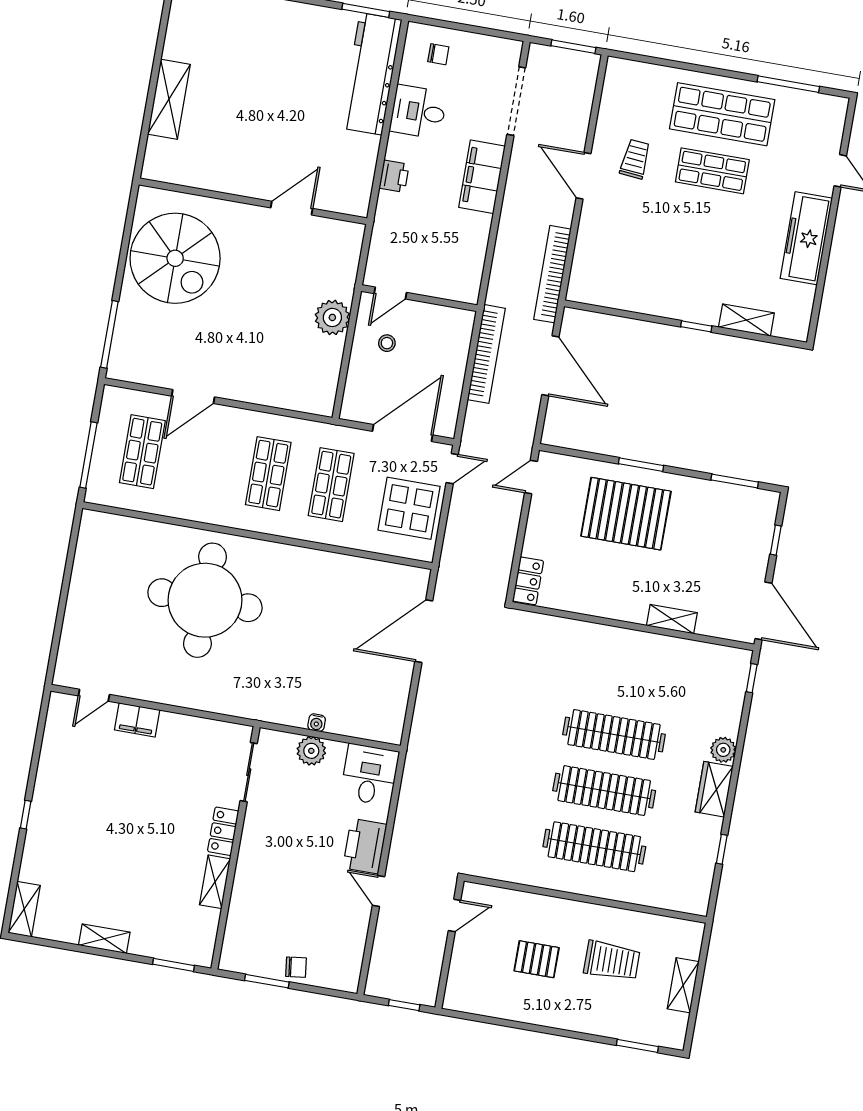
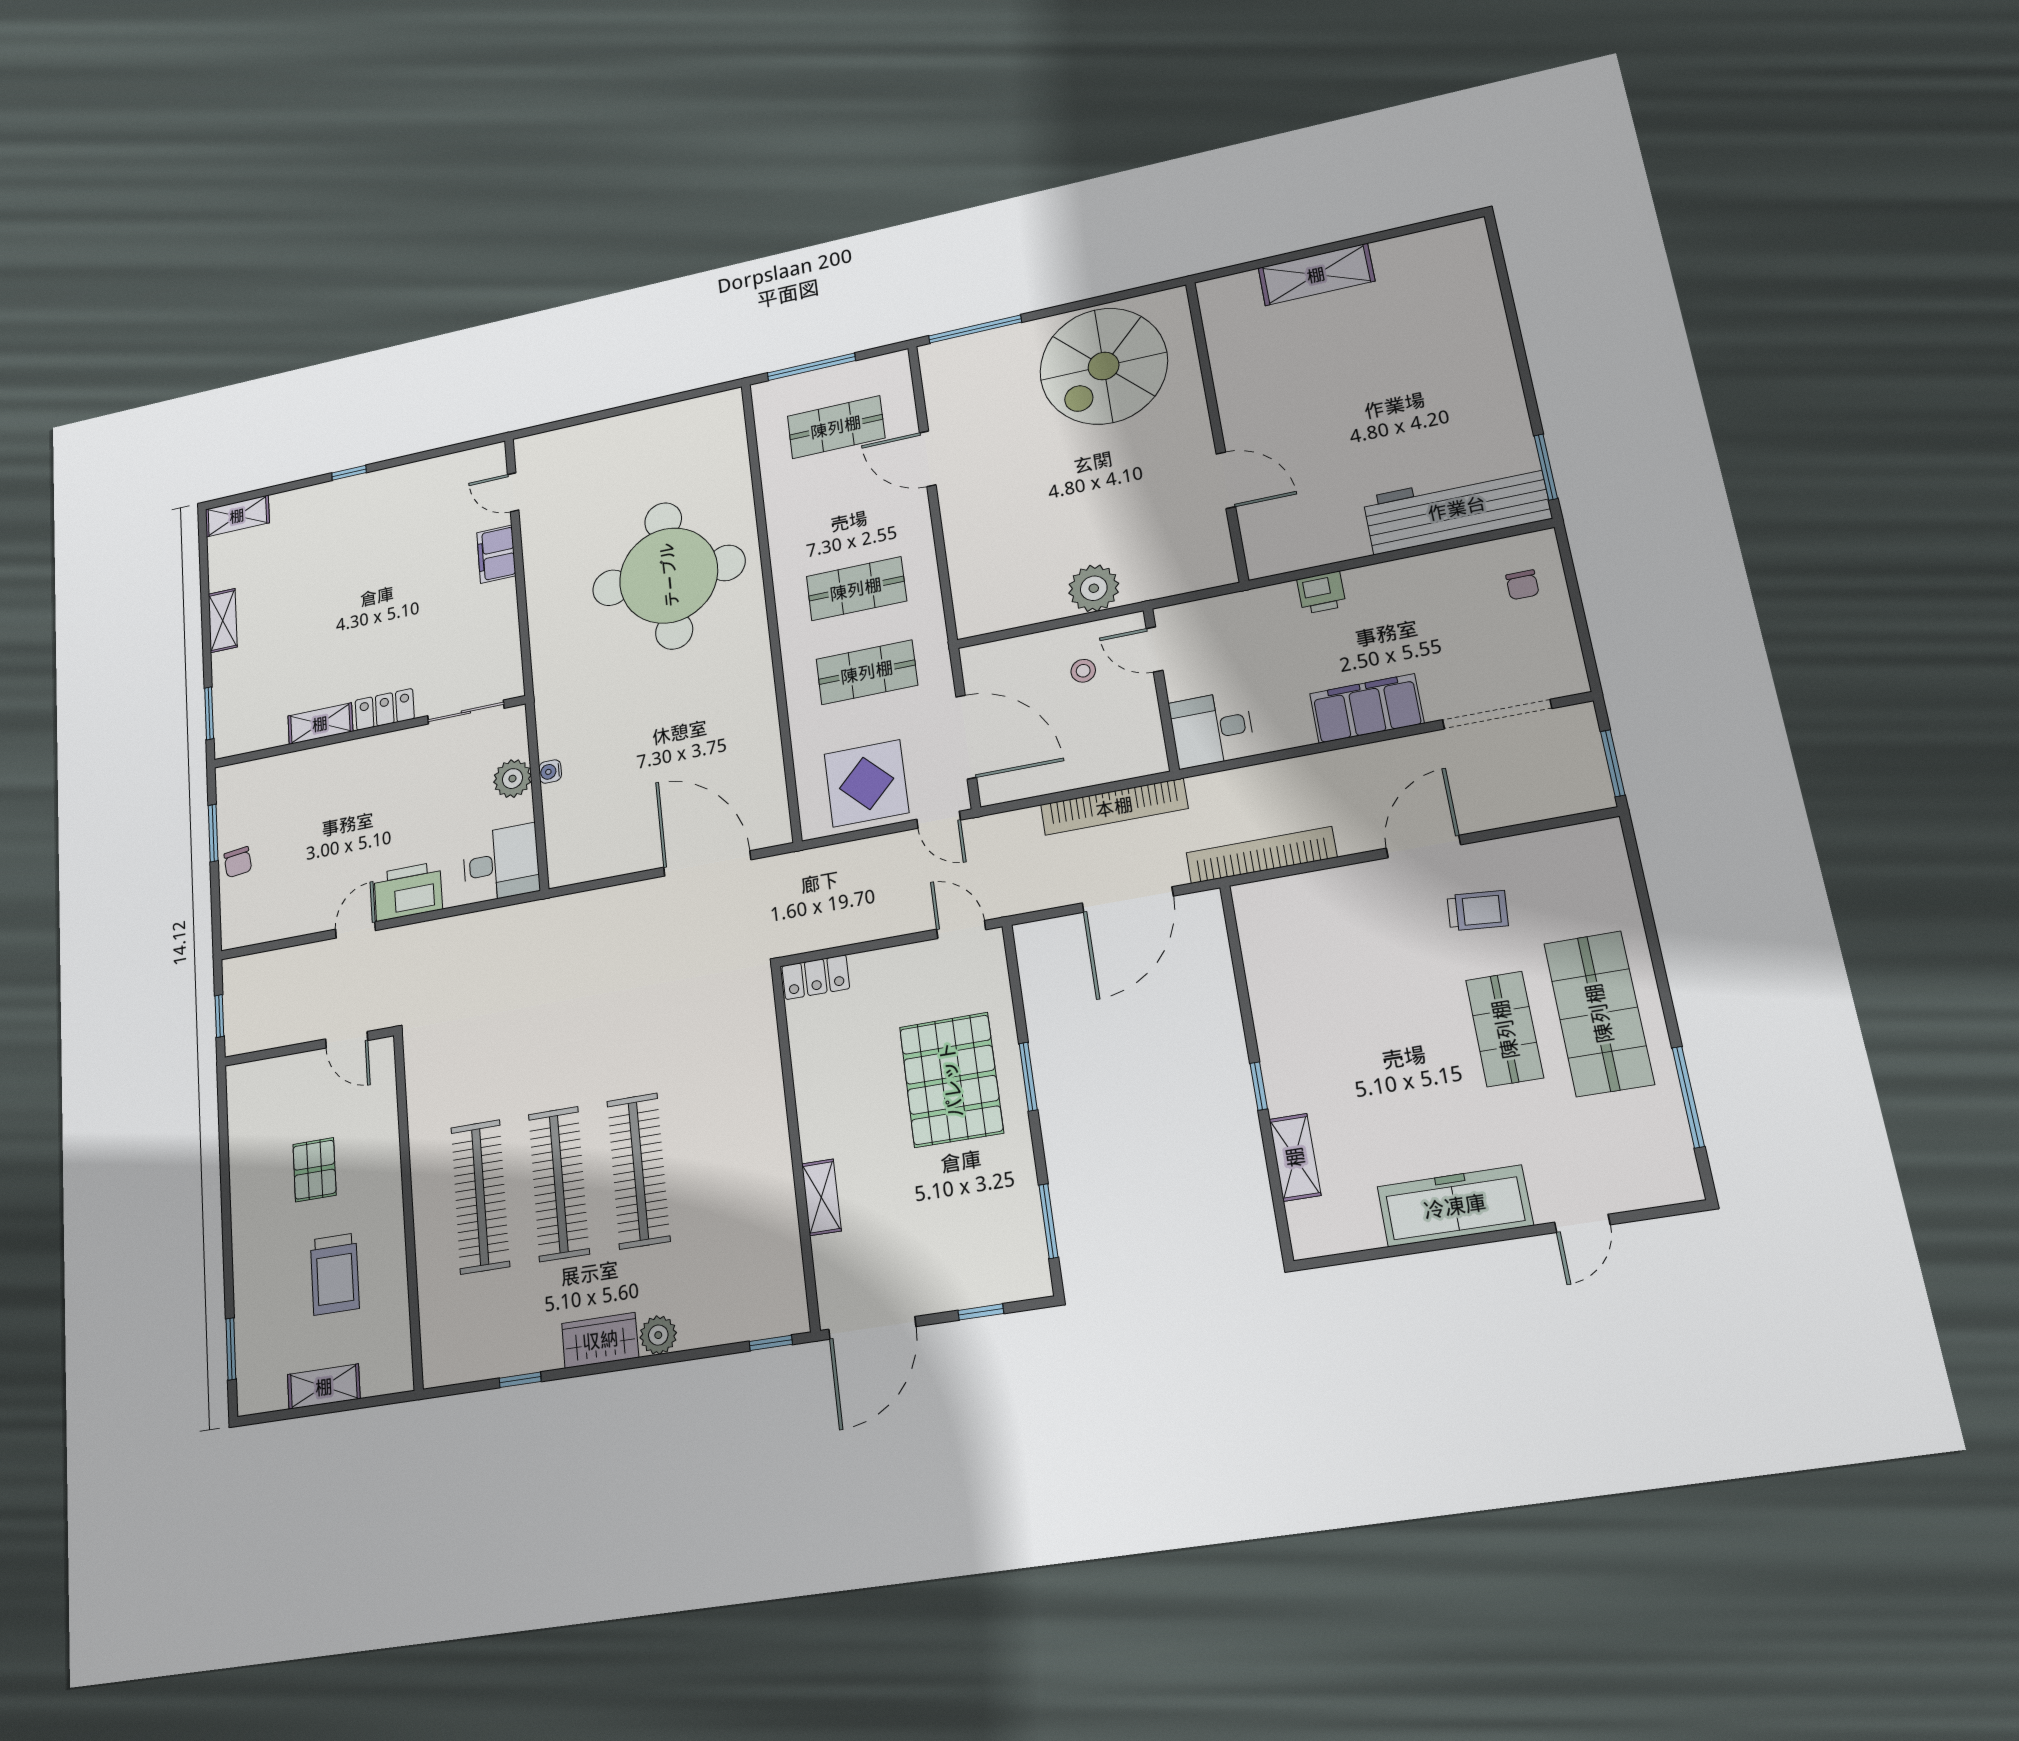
desk: (418, 112) -> (1212, 729), moved, turned -90

